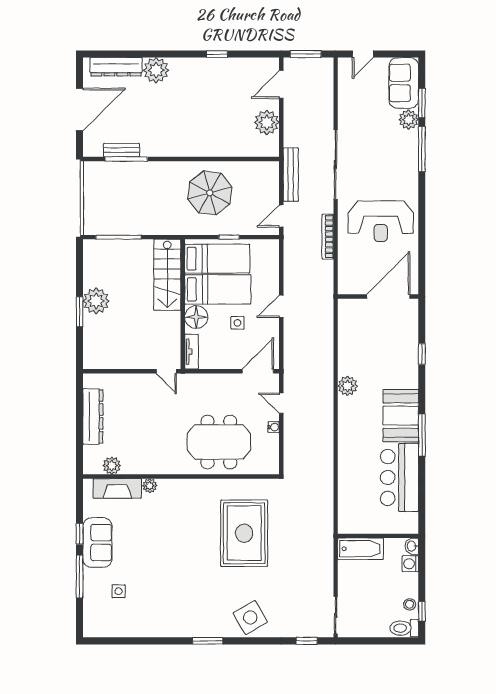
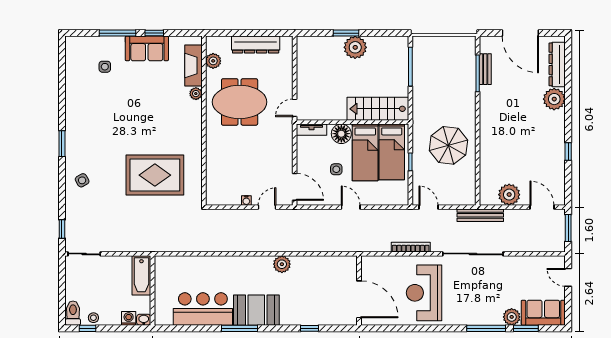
bench: (291, 175) -> (480, 215), moved
meeting table: (219, 442) -> (240, 102), moved, turned 90
side table: (250, 618) -> (82, 180), width x0.54, depth x0.54

